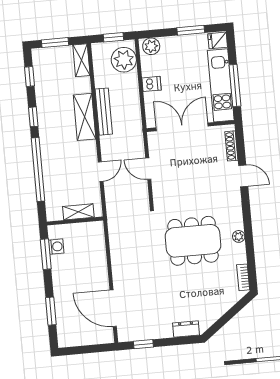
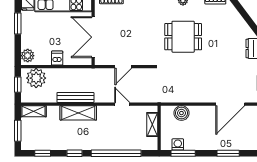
dining table: (193, 241) -> (183, 37), width x0.73
boiler: (96, 248) -> (181, 113), added

